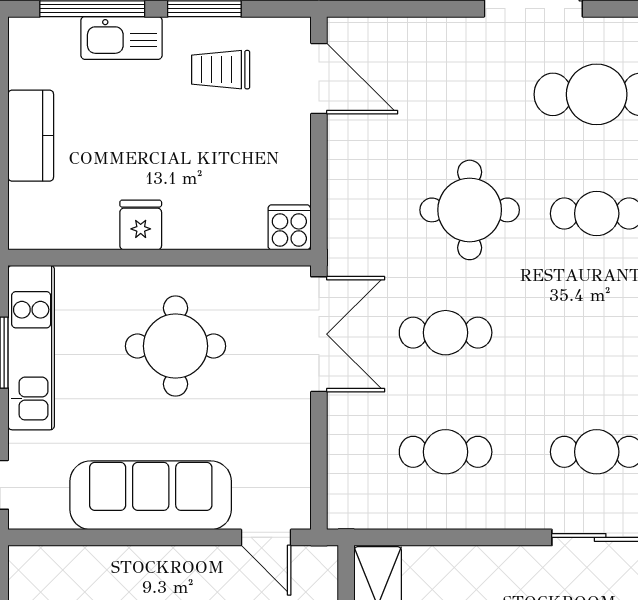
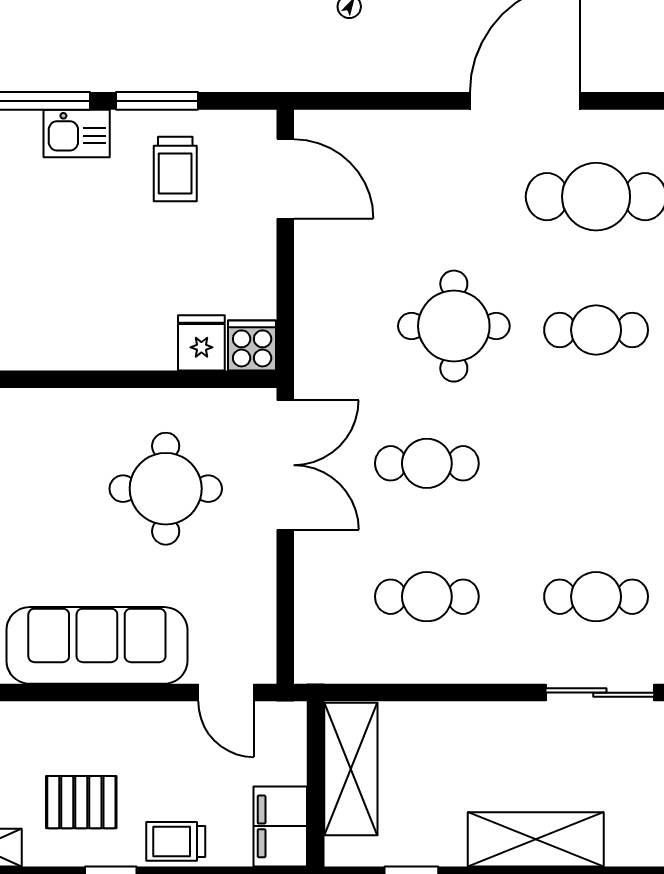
kitchen sink: (122, 38) -> (77, 133), width x0.73
trolley: (221, 70) -> (175, 169), turned -90
fridge: (141, 225) -> (201, 343), moved
round table: (175, 346) -> (166, 489), moved

